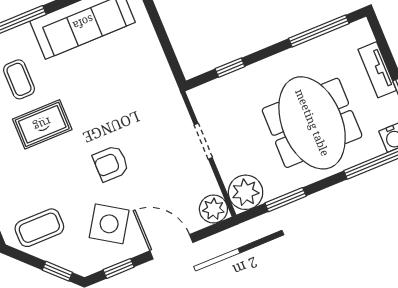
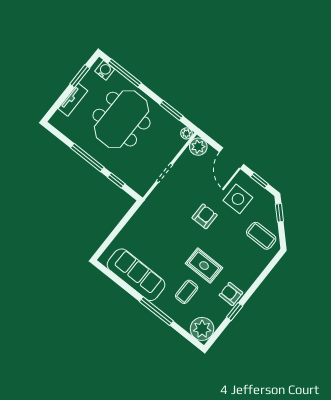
window: (319, 31) -> (87, 157), moved
armchair: (111, 163) -> (205, 216), turned -90
plant: (246, 192) -> (186, 133), width x0.53, depth x0.53
side table: (109, 224) -> (238, 199), turned -33

